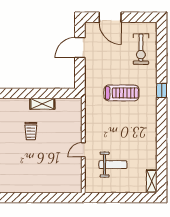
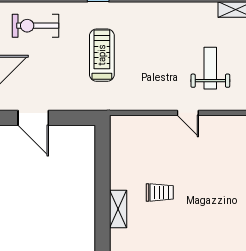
exercise bike: (141, 49) -> (36, 26), turned 180
shelving: (42, 104) -> (118, 209), moved

